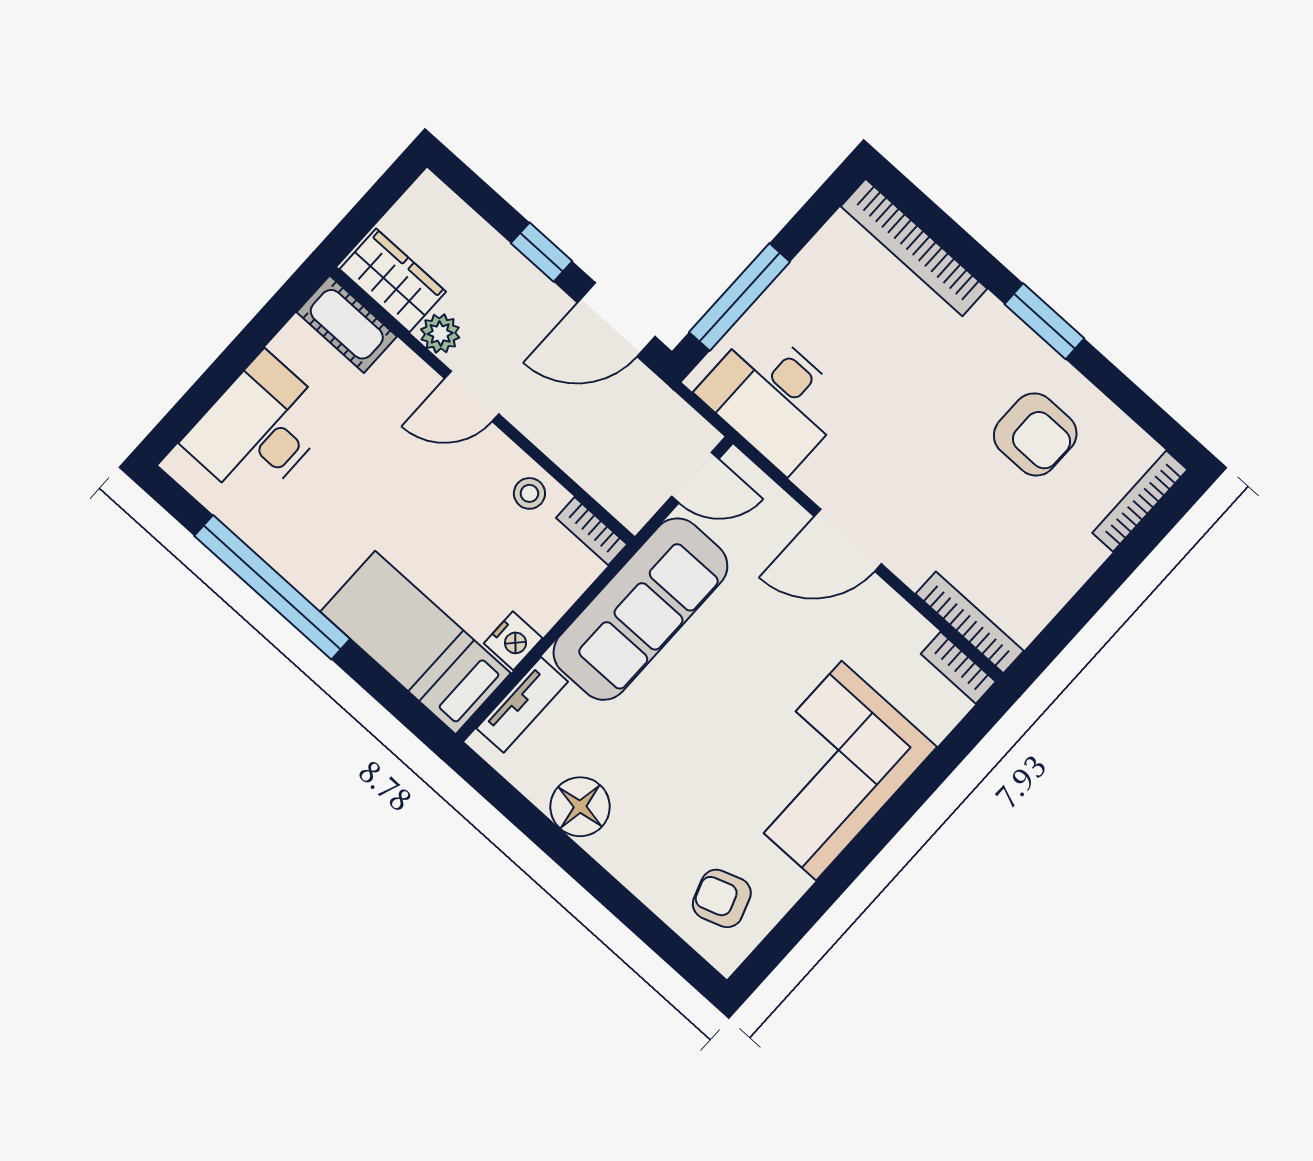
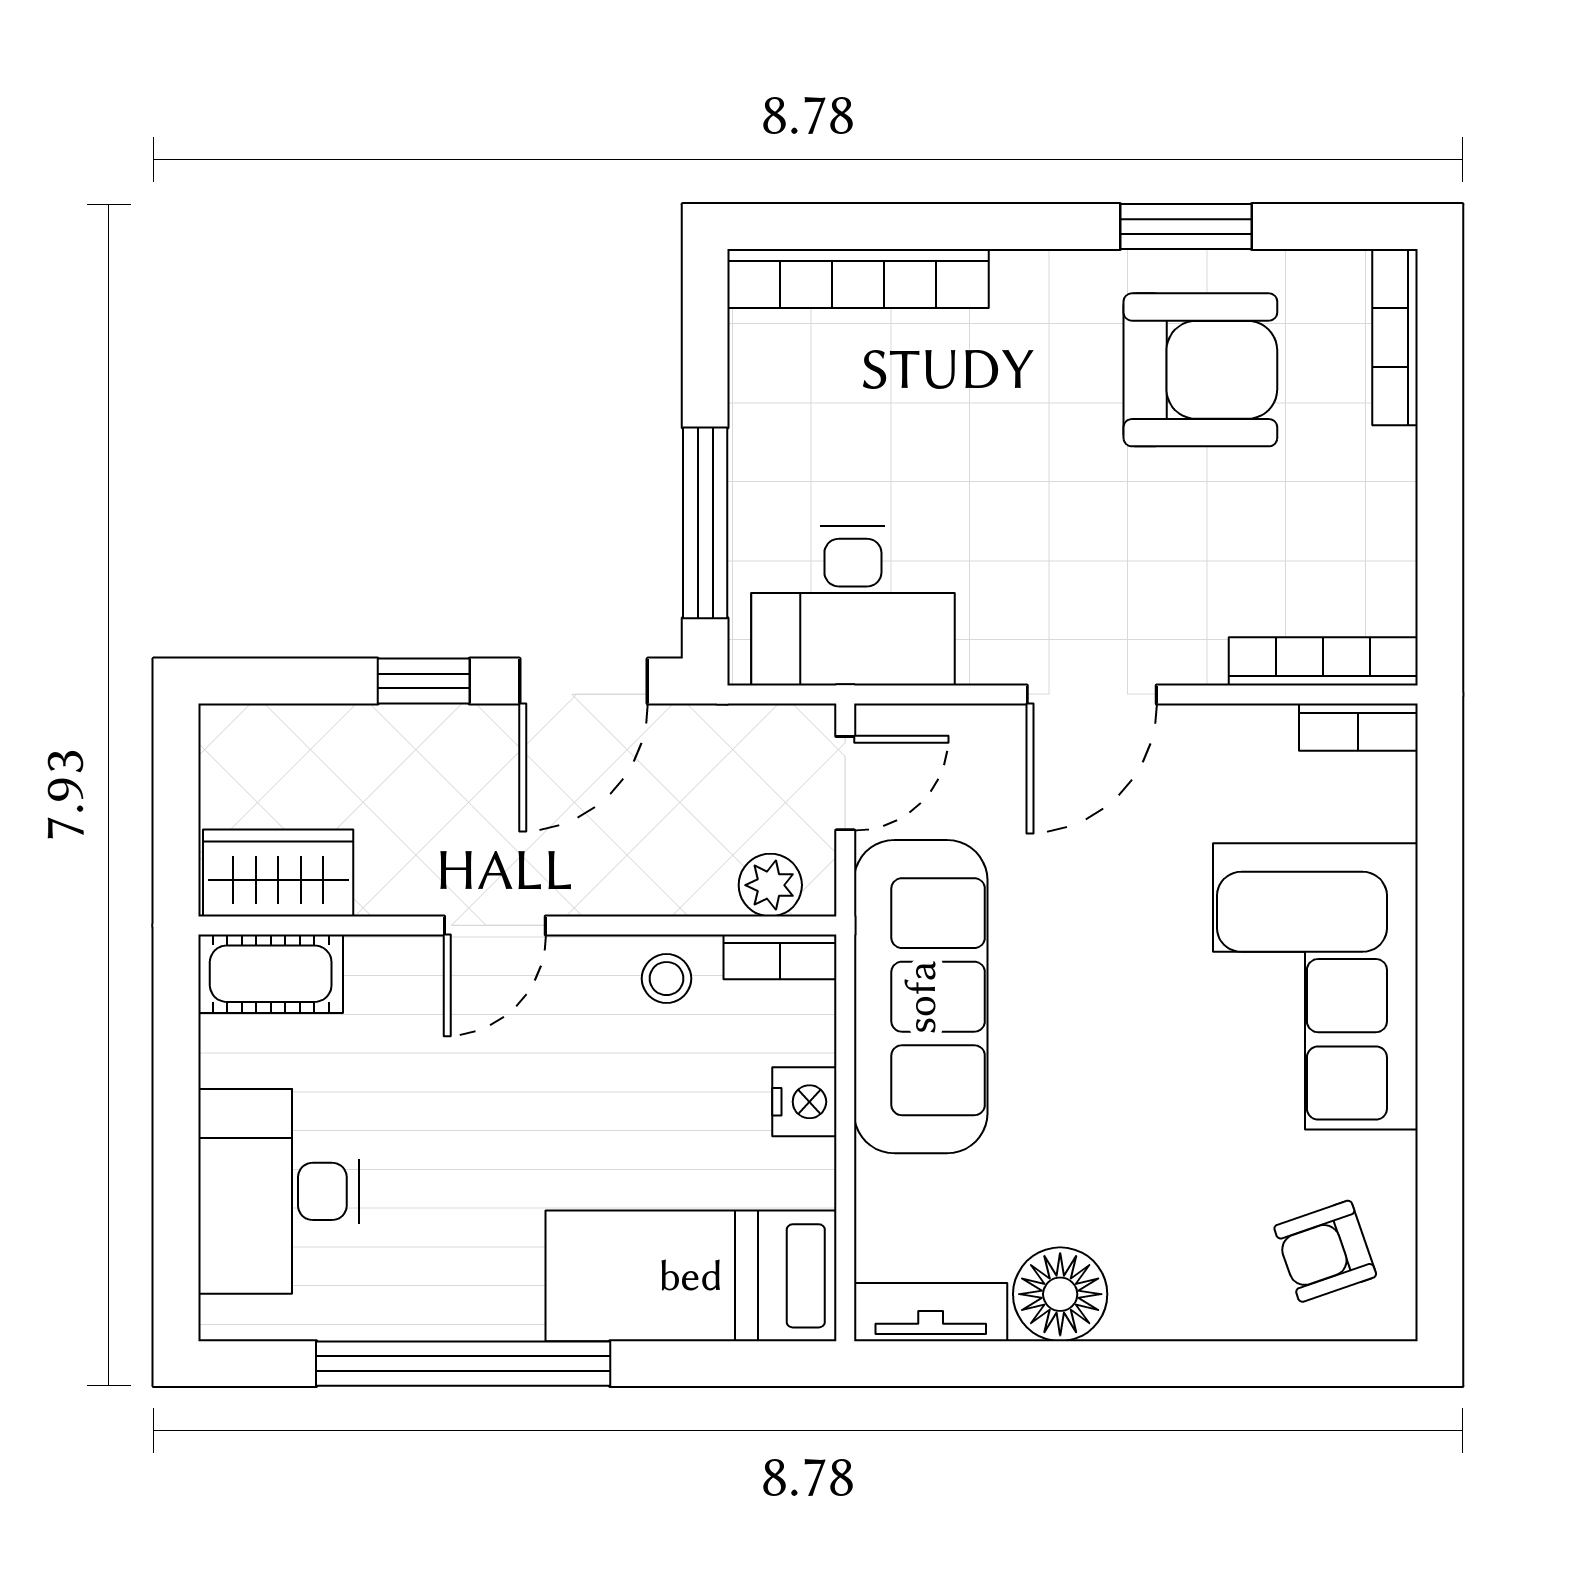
window: (1044, 321) -> (1186, 226), moved
plant: (440, 333) -> (770, 885), moved
armchair: (1035, 434) -> (1200, 370), width x1.36, depth x1.36
nightstand: (513, 641) -> (804, 1102), moved
tv unit: (522, 705) -> (931, 1312), moved, turned -90

